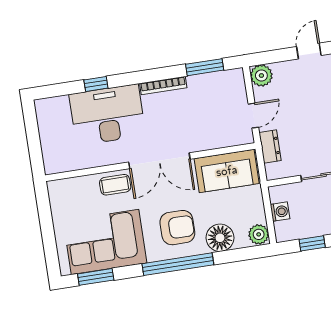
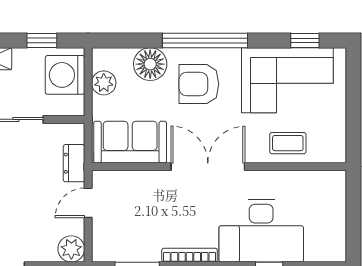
coffee table: (115, 185) -> (288, 143), moved
washing machine: (280, 212) -> (65, 75), width x1.89, depth x1.89
plant: (259, 234) -> (104, 83), moved
window: (96, 277) -> (305, 40), width x0.67

